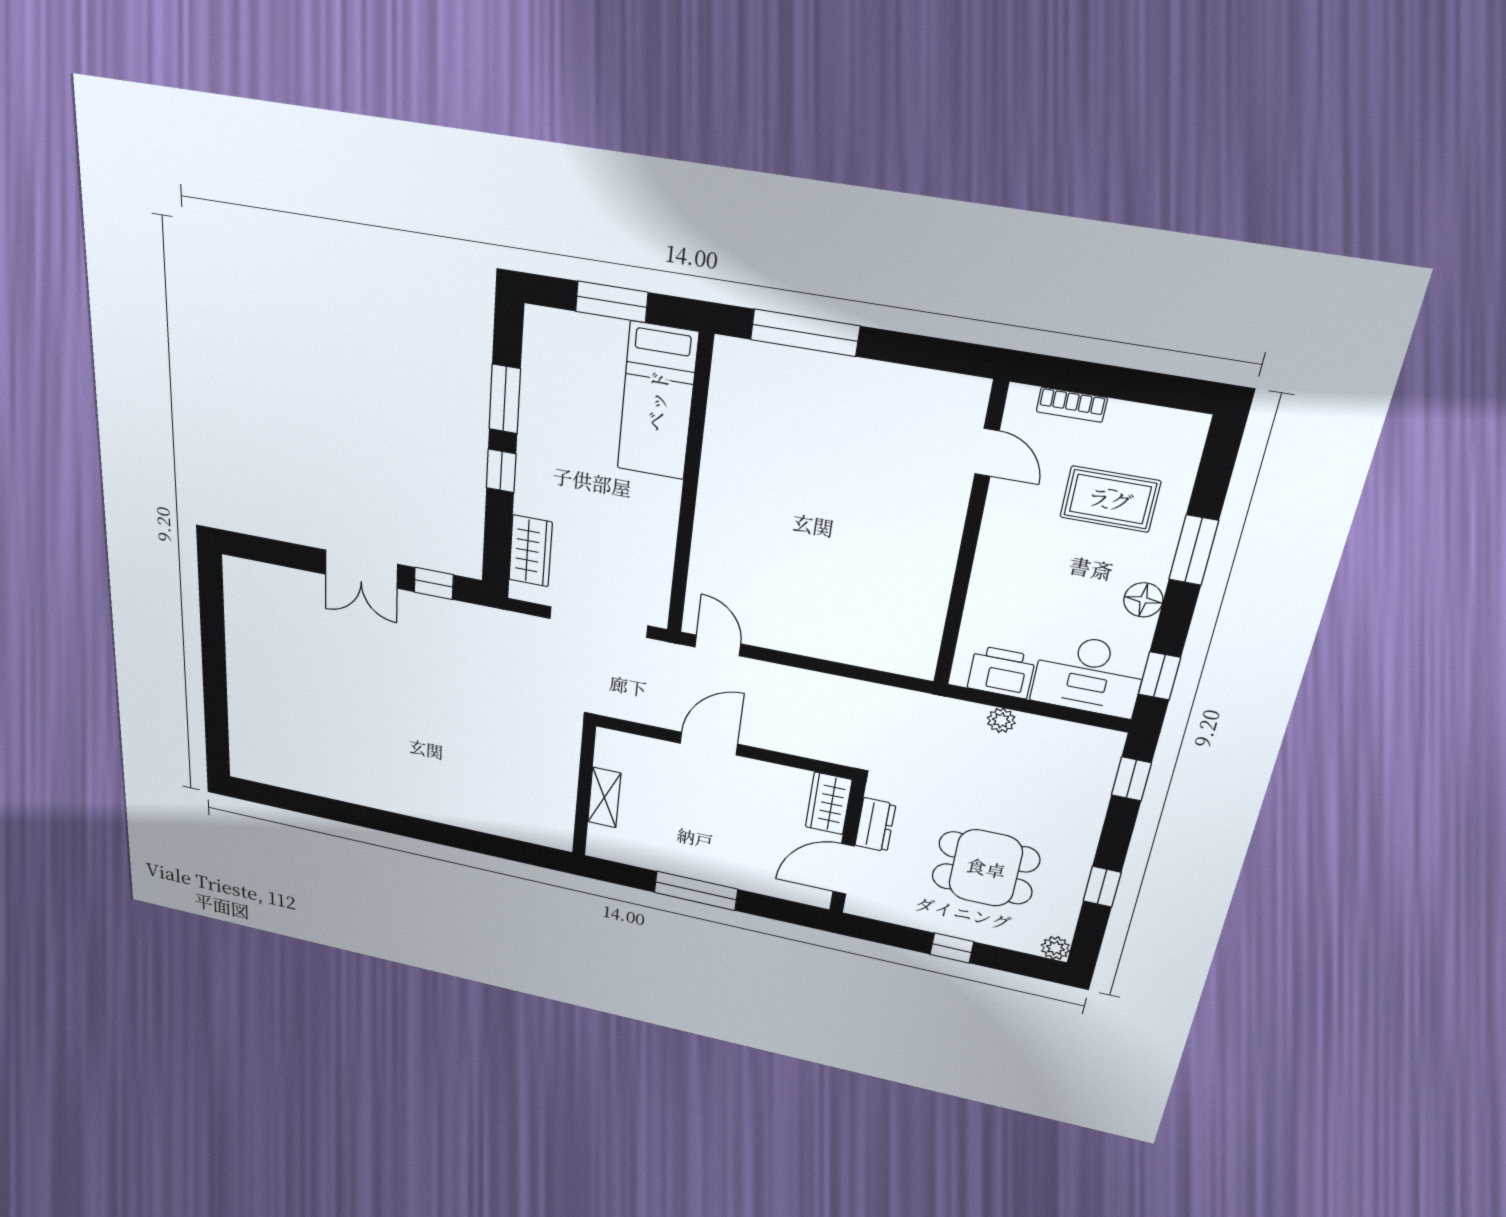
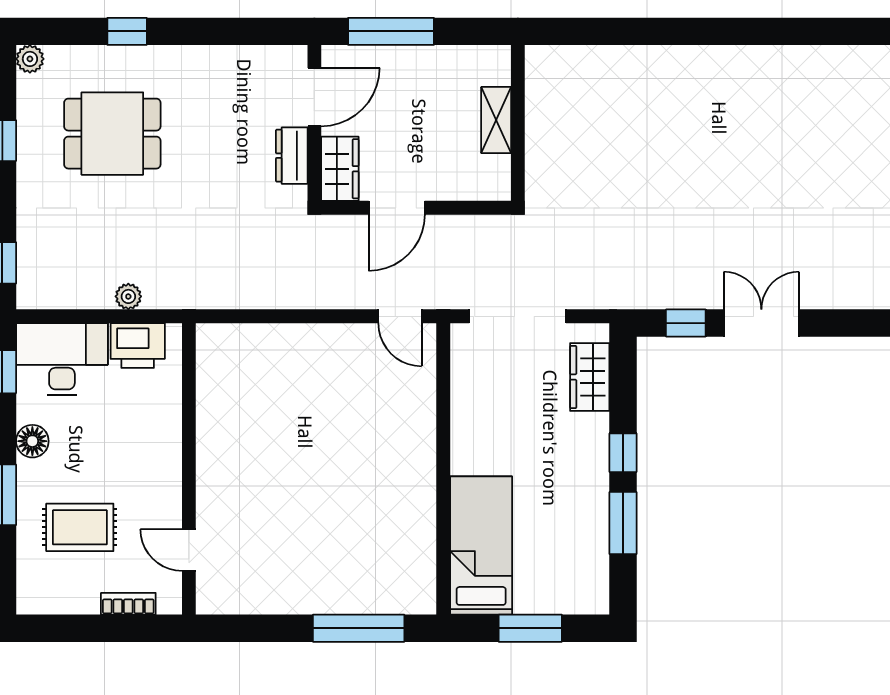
wardrobe: (829, 803) -> (340, 169), moved
dresser: (875, 825) -> (292, 156), moved
wall: (847, 847) -> (314, 123), moved
door: (844, 869) -> (314, 97), moved

